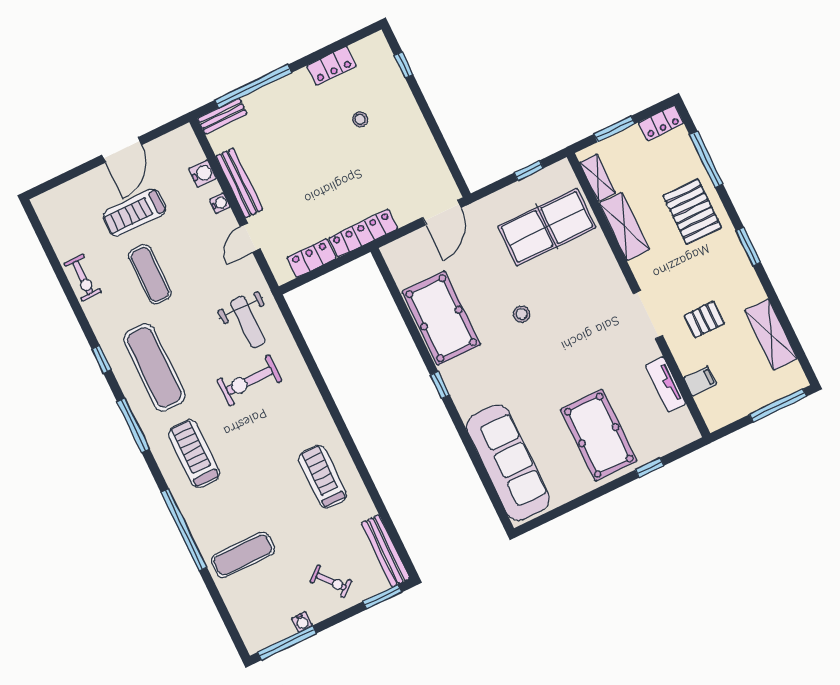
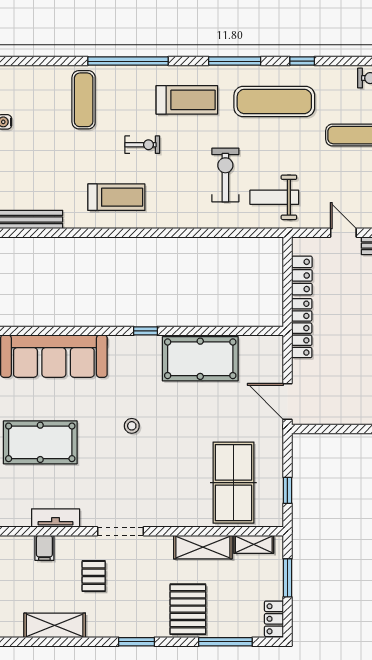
pallet: (692, 212) -> (188, 609), turned 90
stool: (522, 314) -> (132, 426), moved
exercise bike: (331, 581) -> (142, 145), moved, turned -141

